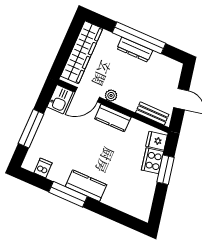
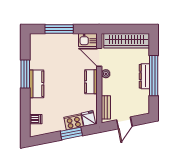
dishwasher: (43, 168) -> (36, 119), moved

